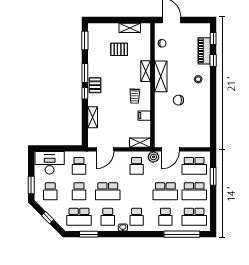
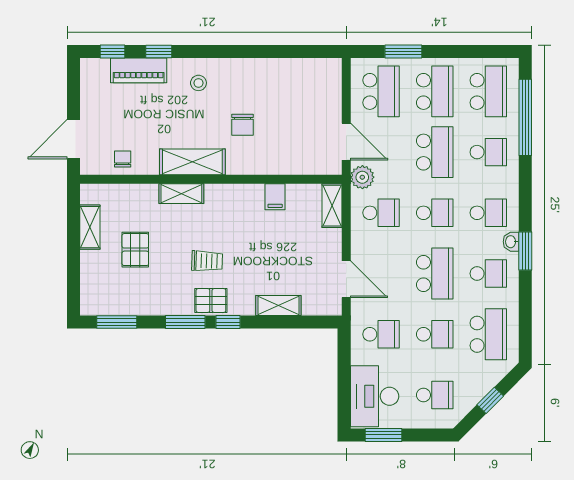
trolley: (135, 96) -> (207, 261), moved
window: (31, 185) -> (383, 435), moved
school desk: (137, 191) -> (435, 213), added
window: (89, 234) -> (525, 251), moved

